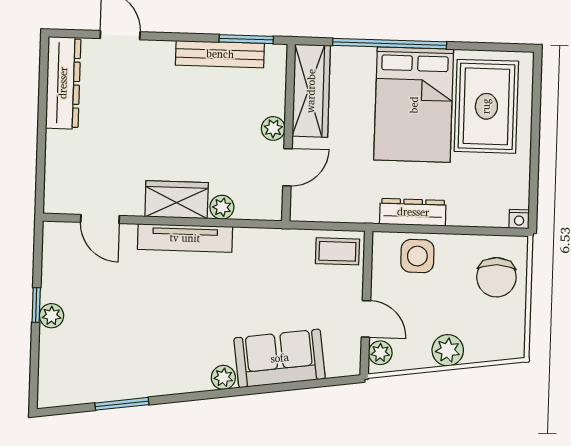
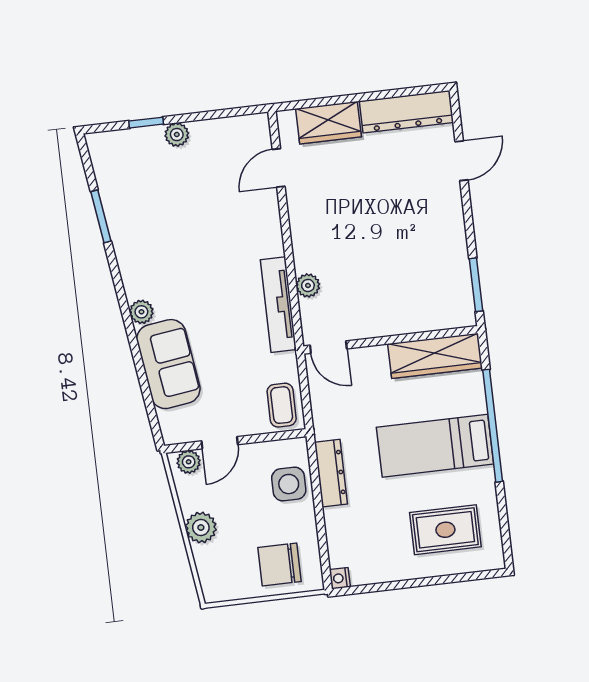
bench: (220, 54) -> (457, 261), removed
bed: (414, 105) -> (435, 446), width x0.67
rug: (486, 106) -> (445, 530), width x0.73, depth x0.70
plant: (273, 128) -> (393, 324), removed
door: (287, 167) -> (328, 347), moved
wardrobe: (177, 200) -> (328, 123), moved, turned 90
tv unit: (185, 238) -> (278, 305), moved
window: (36, 305) -> (146, 123), moved

